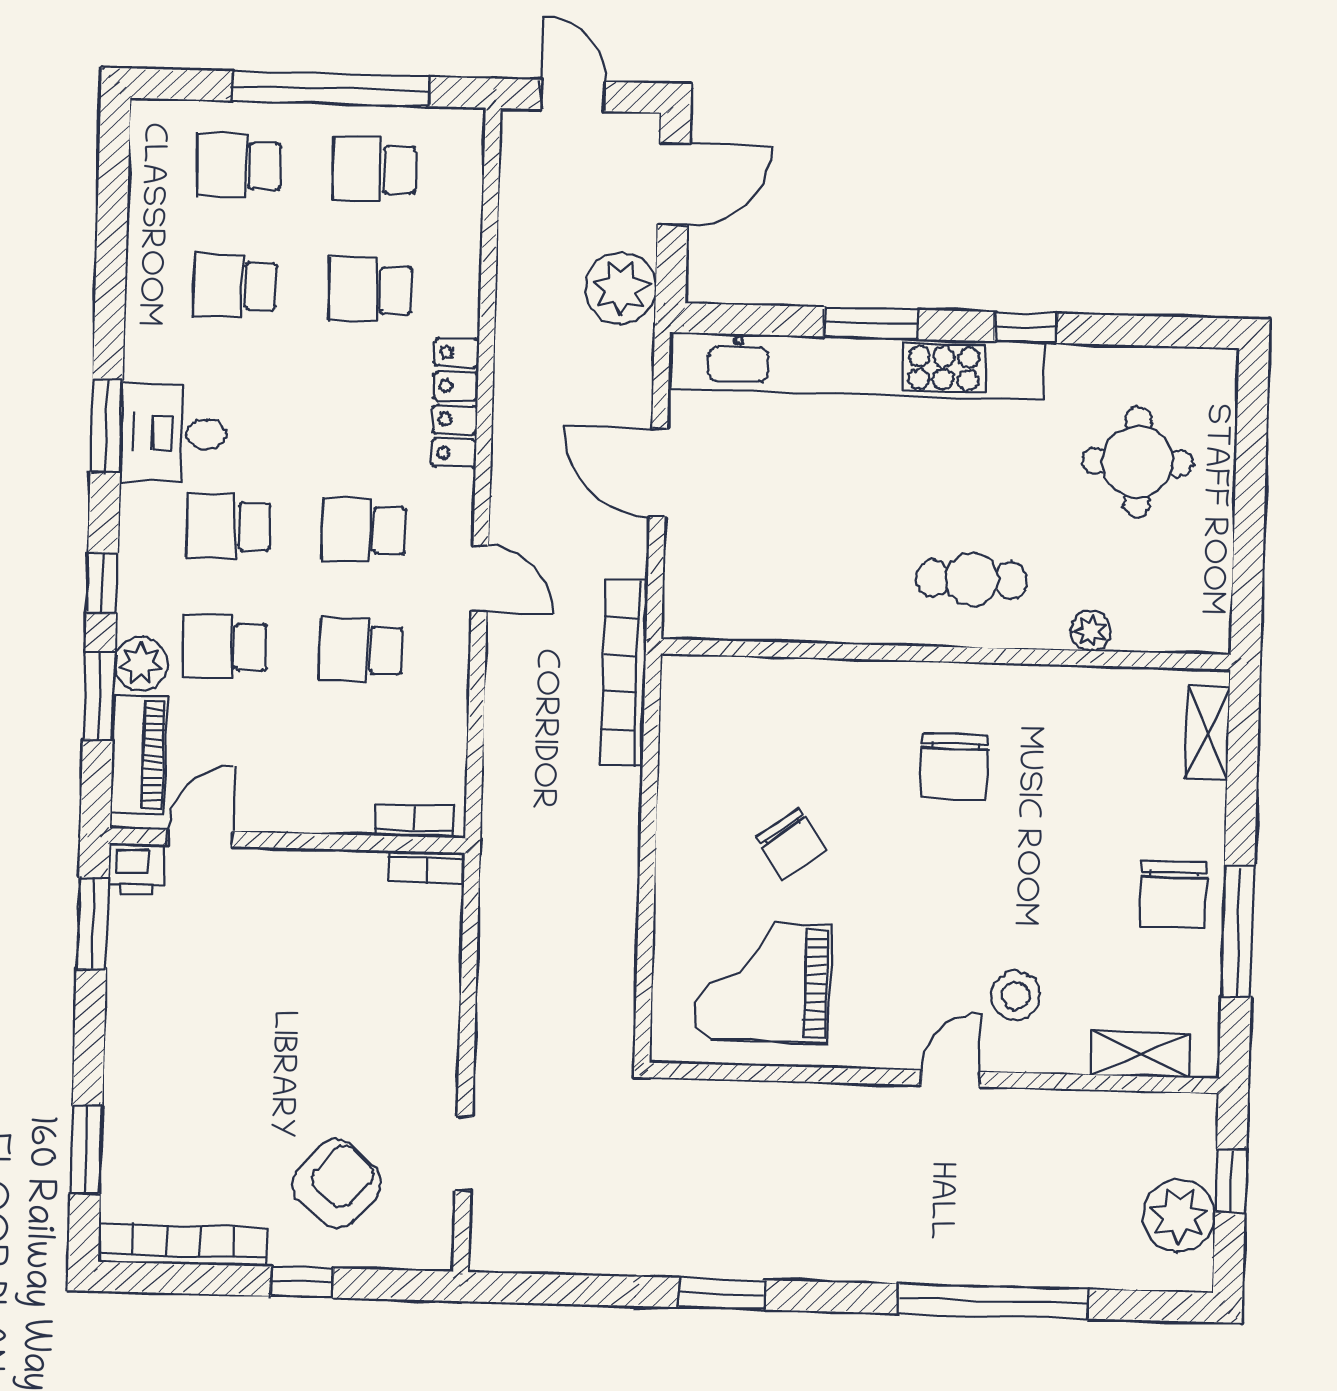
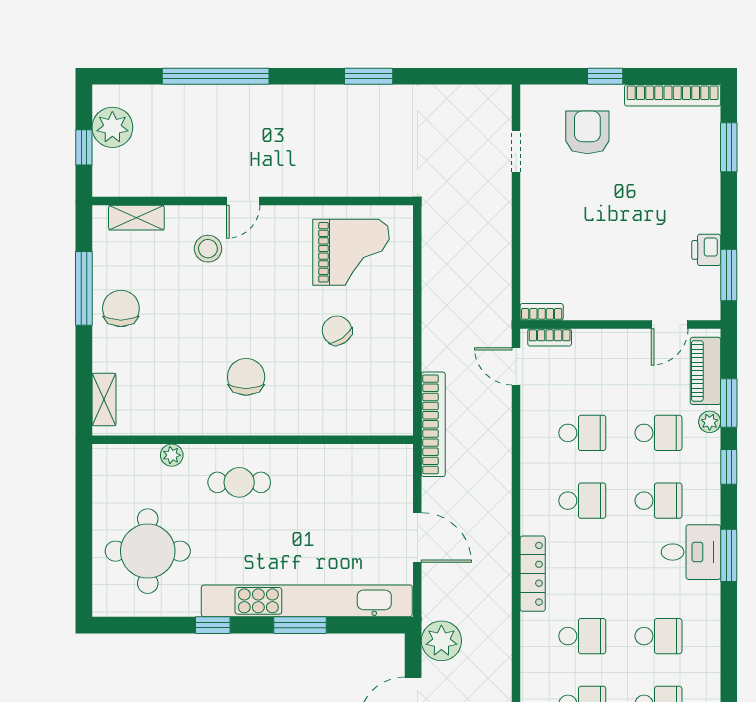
round table: (1138, 462) -> (148, 551), width x1.36, depth x1.36
door: (480, 579) -> (516, 366), moved
plant: (141, 664) -> (710, 422), width x0.73, depth x0.73
printer: (137, 869) -> (706, 250), moved, turned -90
armchair: (336, 1183) -> (587, 132), turned 138

